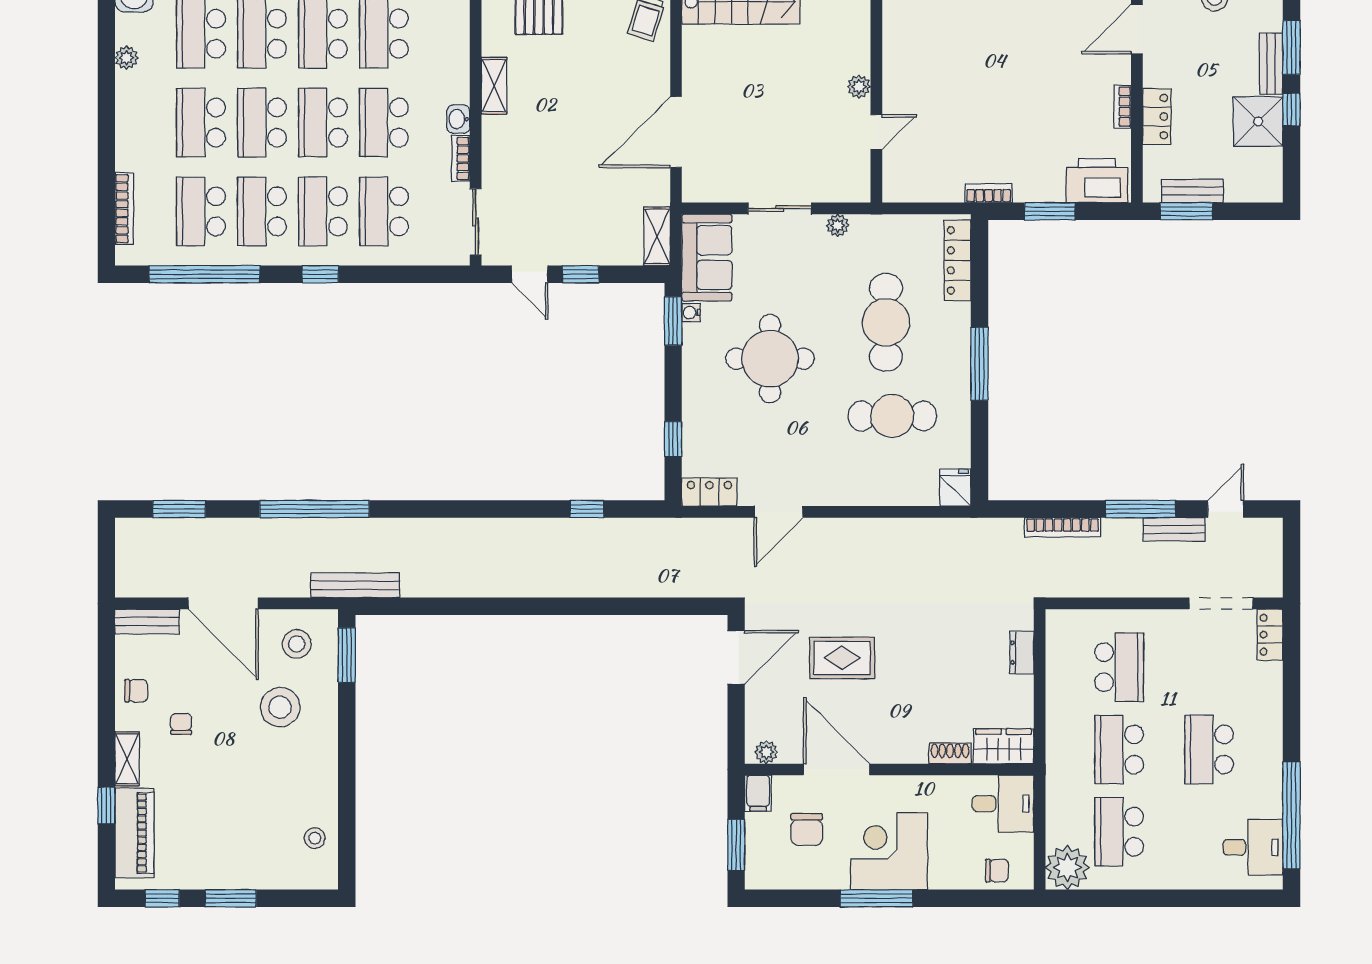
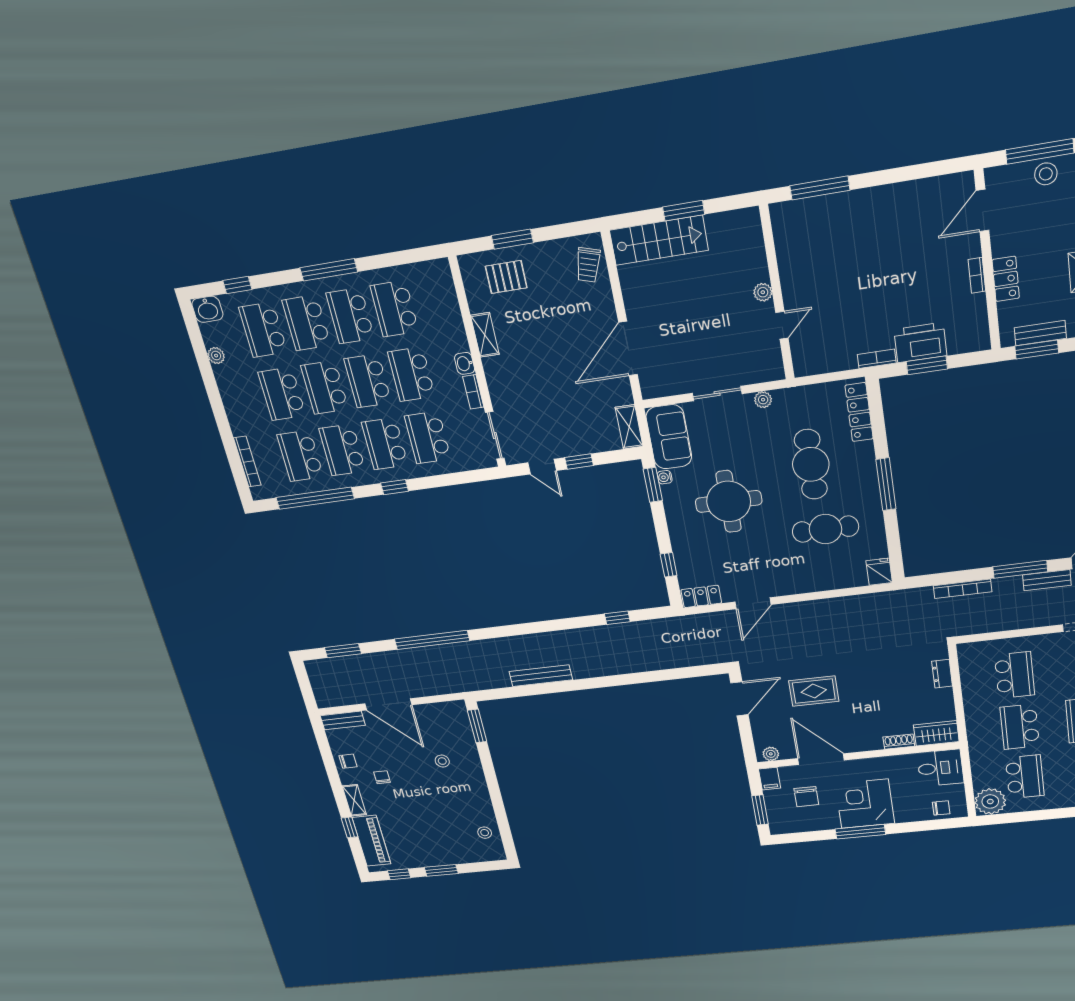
printer: (1097, 181) -> (920, 343), moved
bench: (355, 585) -> (541, 676), moved
stool: (297, 644) -> (443, 723), removed
stool: (280, 707) -> (442, 761), width x0.53, depth x0.53
school desk: (1119, 832) -> (1025, 777), turned 180

